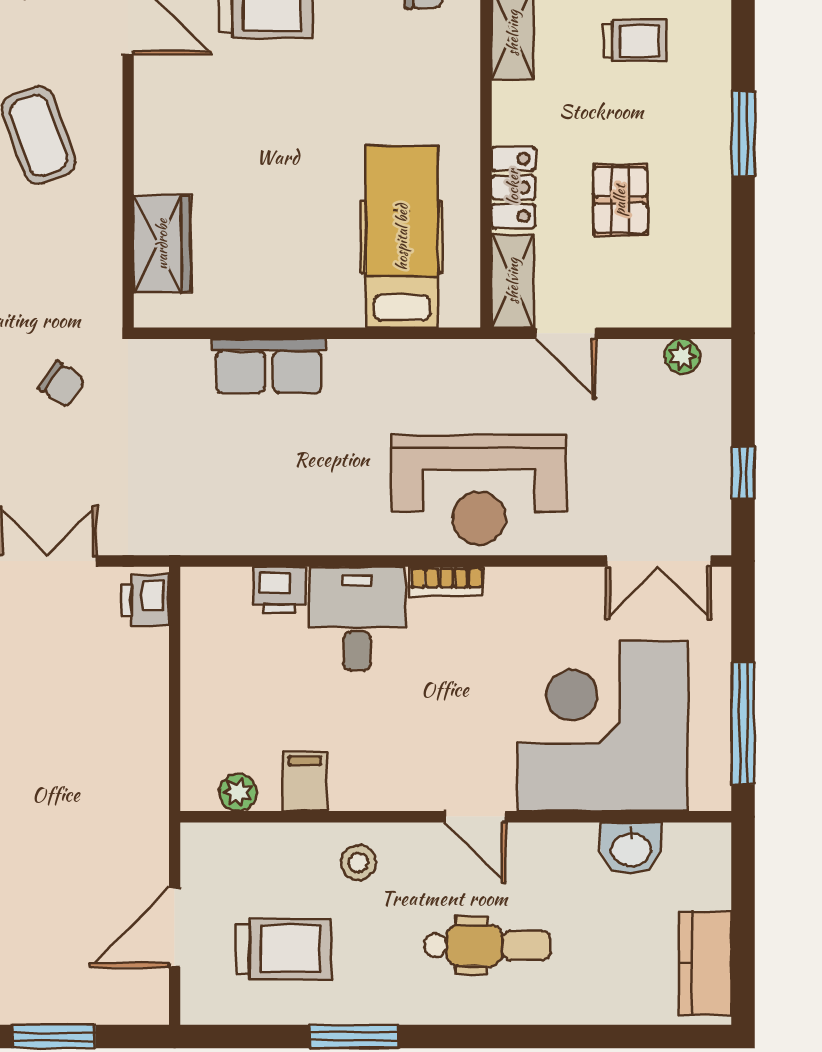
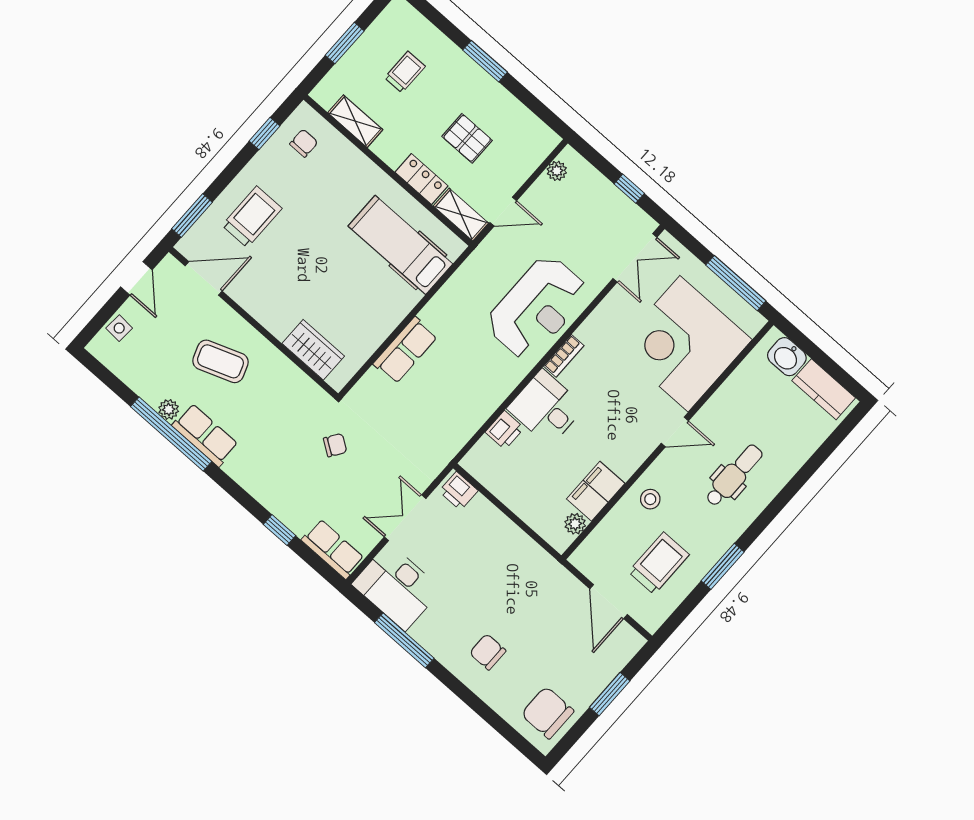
filing cabinet: (305, 781) -> (596, 491), width x2.00
washbasin: (631, 848) -> (787, 357), moved, turned 90

